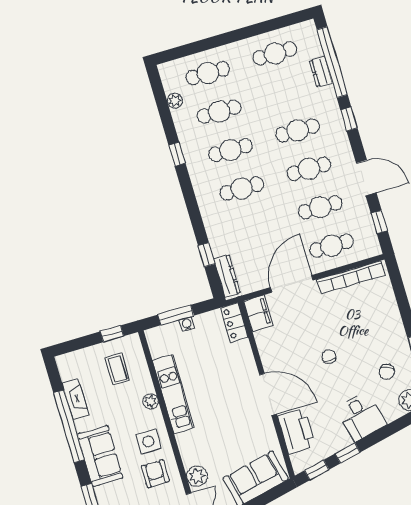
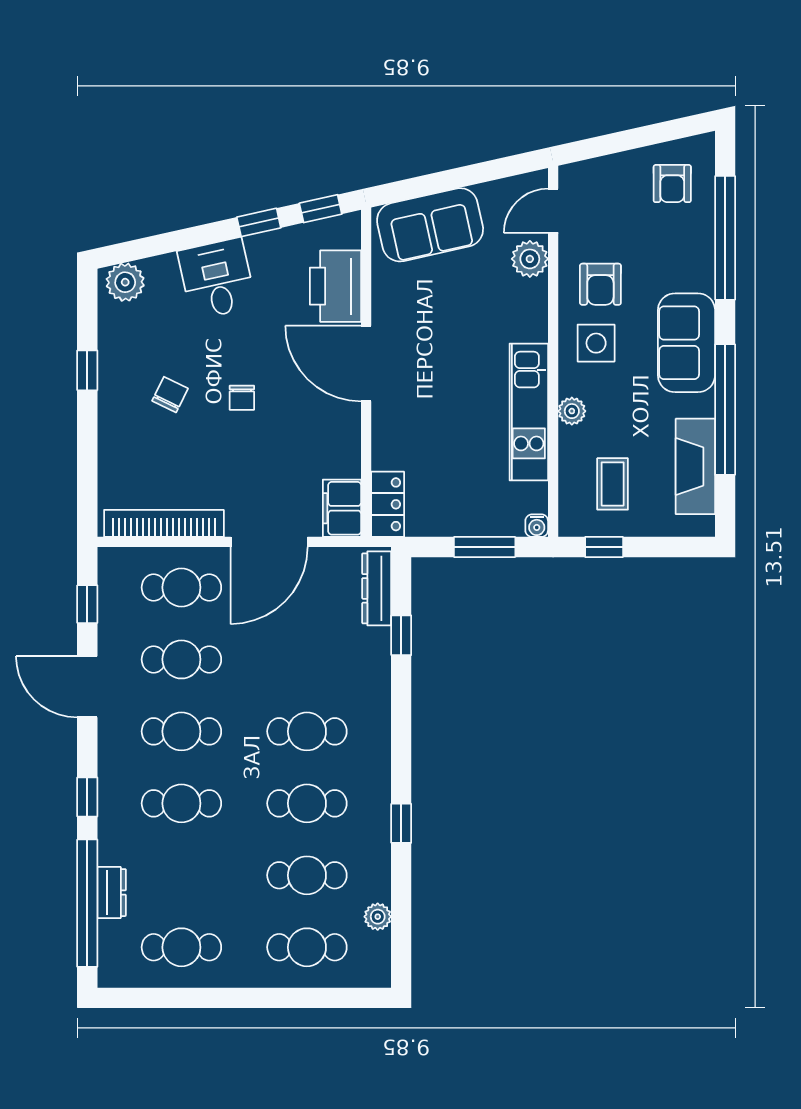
water cooler: (187, 324) -> (537, 526), moved
chair: (387, 372) -> (170, 395), moved
fireplace: (75, 399) -> (695, 466), width x1.37, depth x1.32

